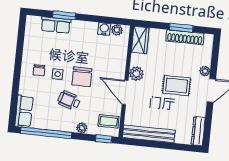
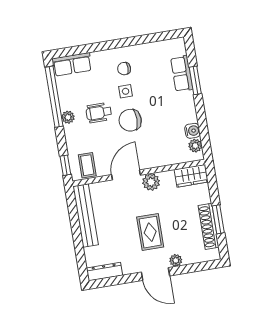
wheelchair: (69, 100) -> (99, 113), turned -107
plant: (82, 128) -> (68, 117), moved

